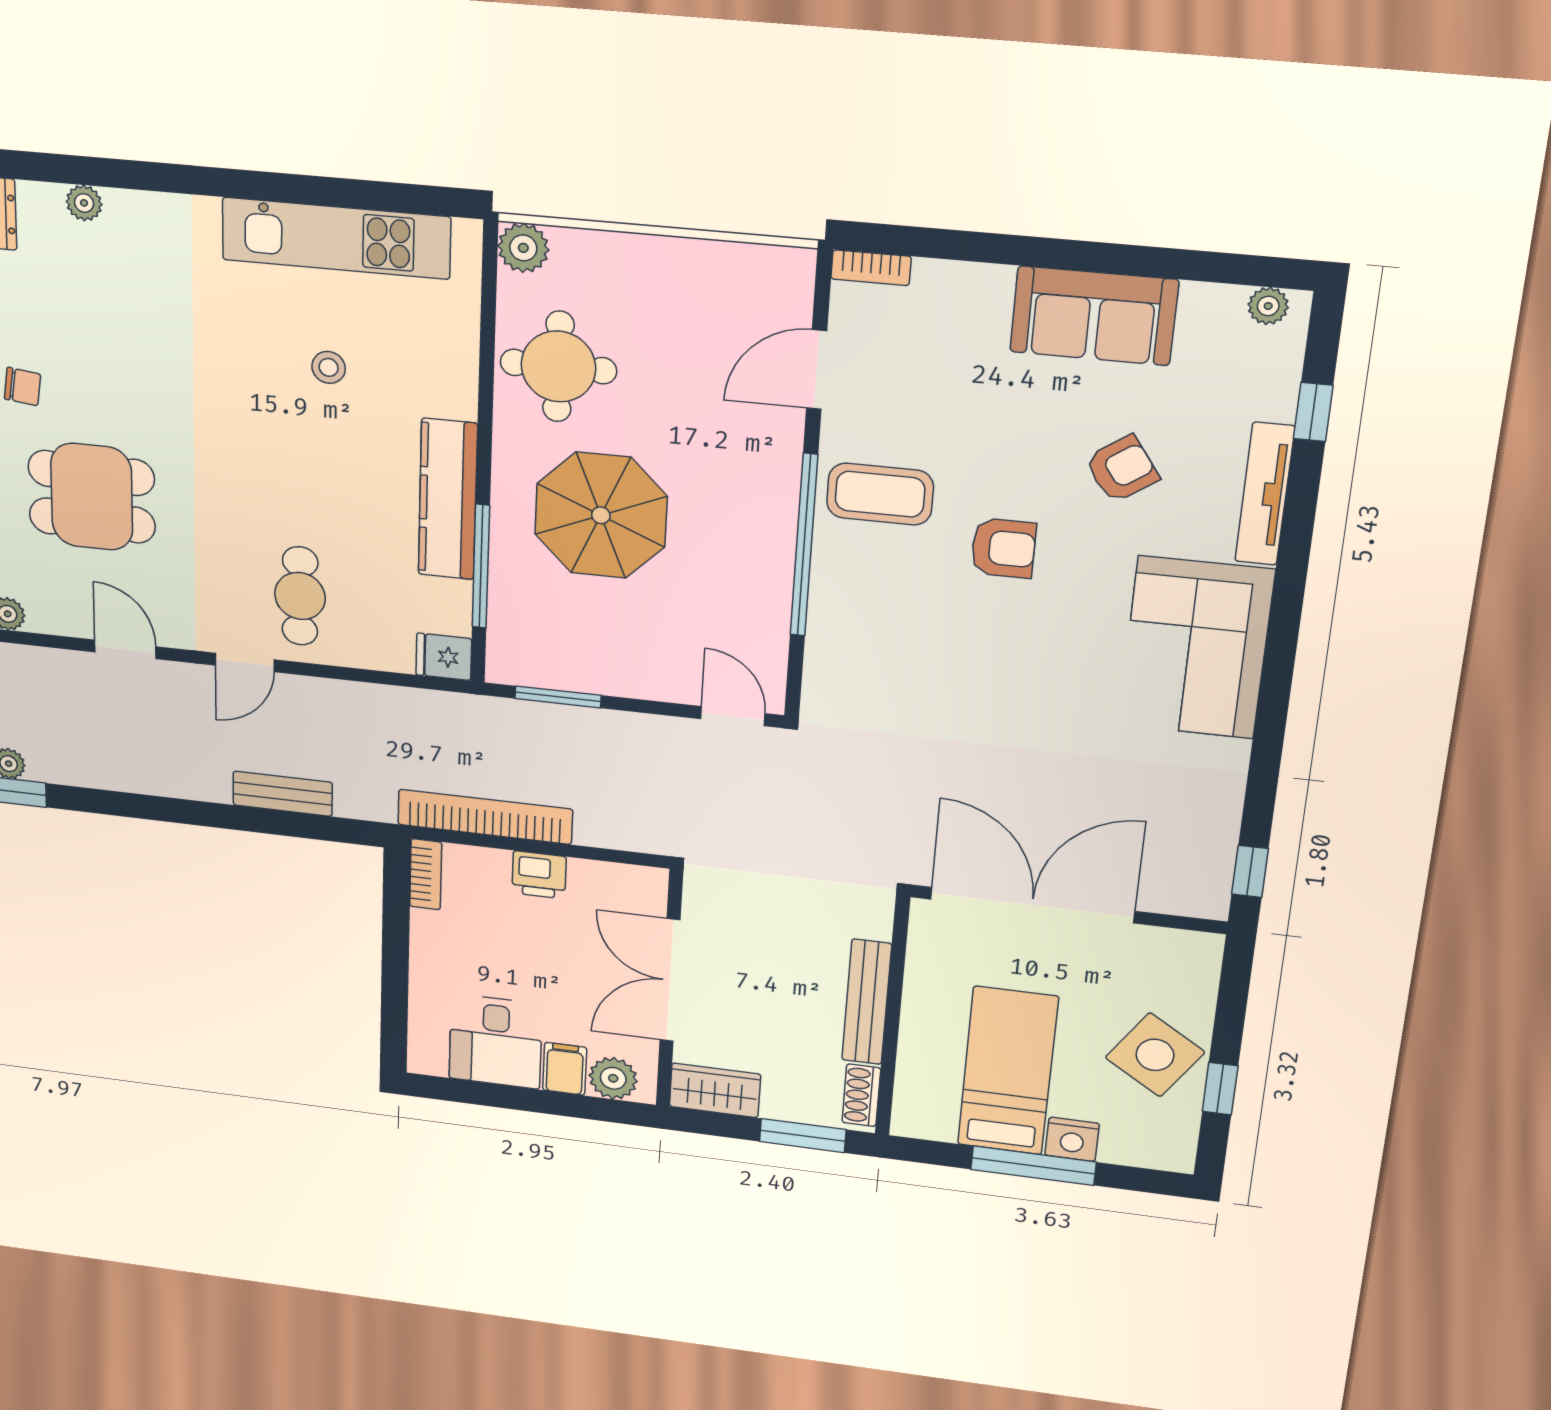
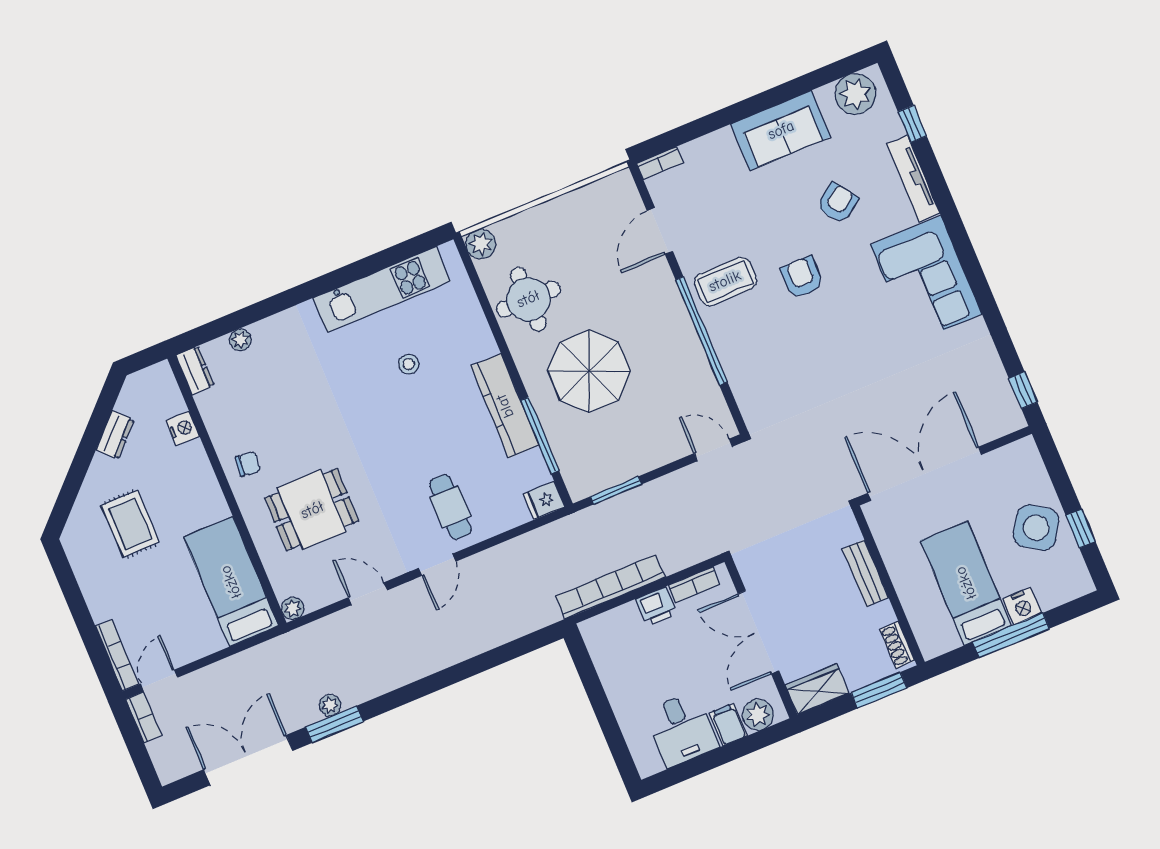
plant: (1268, 306) -> (855, 94), width x1.88, depth x1.88
armchair: (1003, 548) -> (802, 277), turned -90
bench: (283, 794) -> (493, 636), removed
bookcase: (426, 874) -> (694, 585), moved, turned 90
bench: (867, 1002) -> (865, 573), width x0.73

